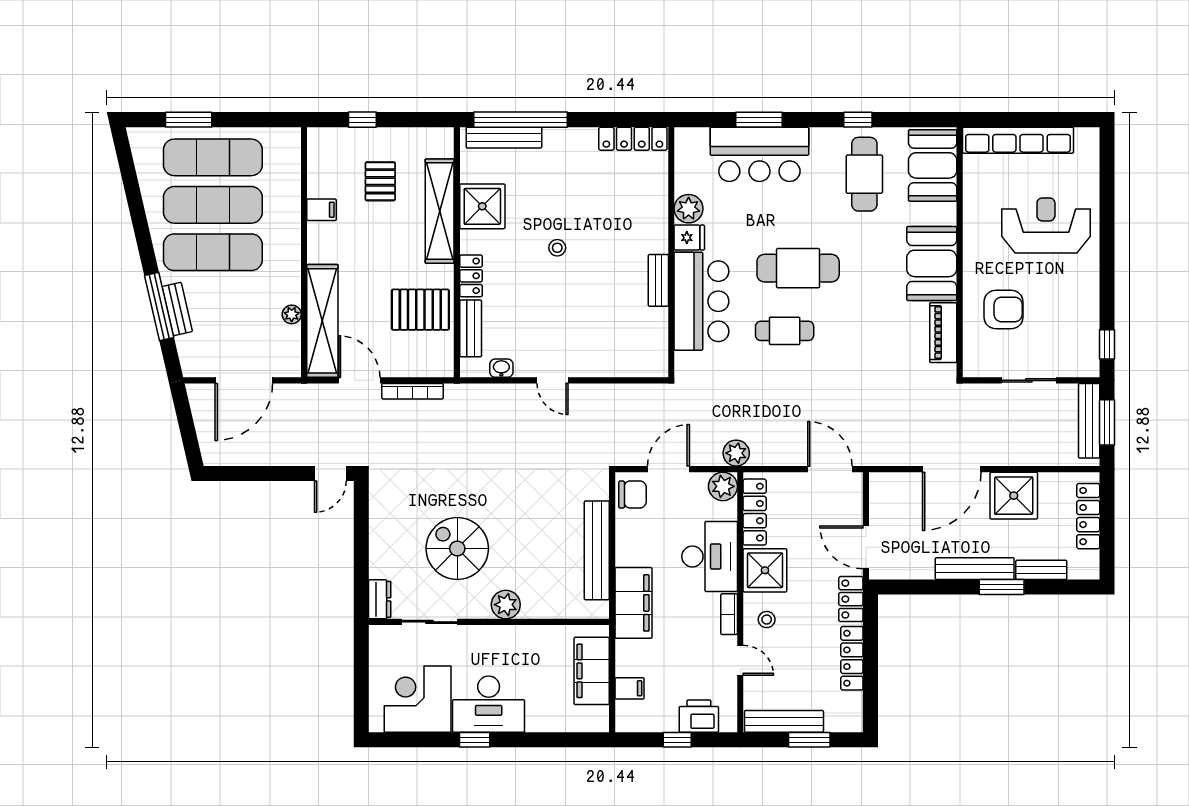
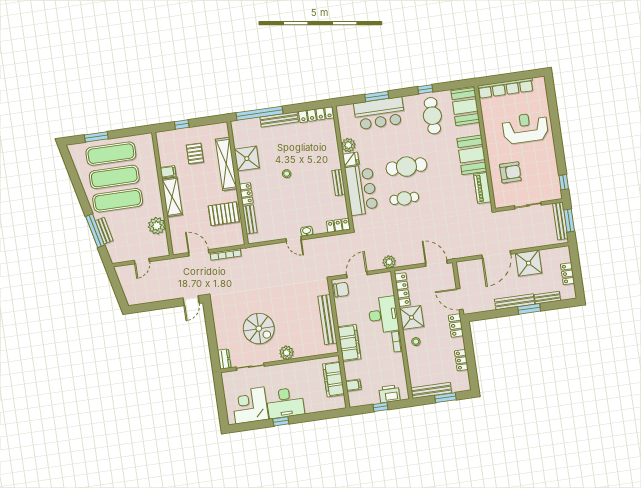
bench: (504, 138) -> (279, 119), moved
plant: (292, 314) -> (157, 226), width x1.88, depth x1.88
shelving: (322, 321) -> (172, 197), moved, width x0.68
locker: (645, 366) -> (338, 225), added
washbasin: (501, 368) -> (307, 231), moved
door: (244, 380) -> (142, 261), width x0.53
plant: (723, 486) -> (385, 279), removed
locker: (1088, 516) -> (568, 274), width x0.66
spiral stairs: (457, 548) -> (259, 329), turned 180
locker: (852, 658) -> (461, 360), width x0.66
door: (740, 660) -> (406, 363), removed

